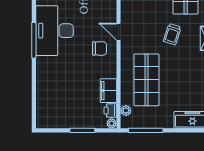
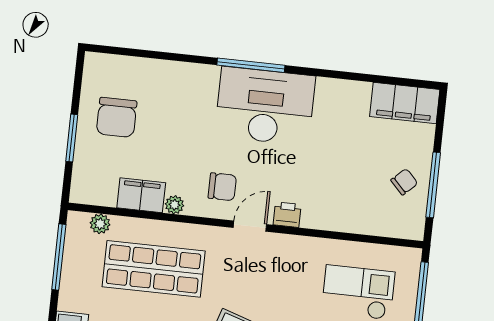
chair: (99, 48) -> (222, 187), turned -90
chair: (69, 108) -> (117, 117), added
printer: (110, 111) -> (287, 215), moved
plant: (112, 123) -> (174, 205), moved

